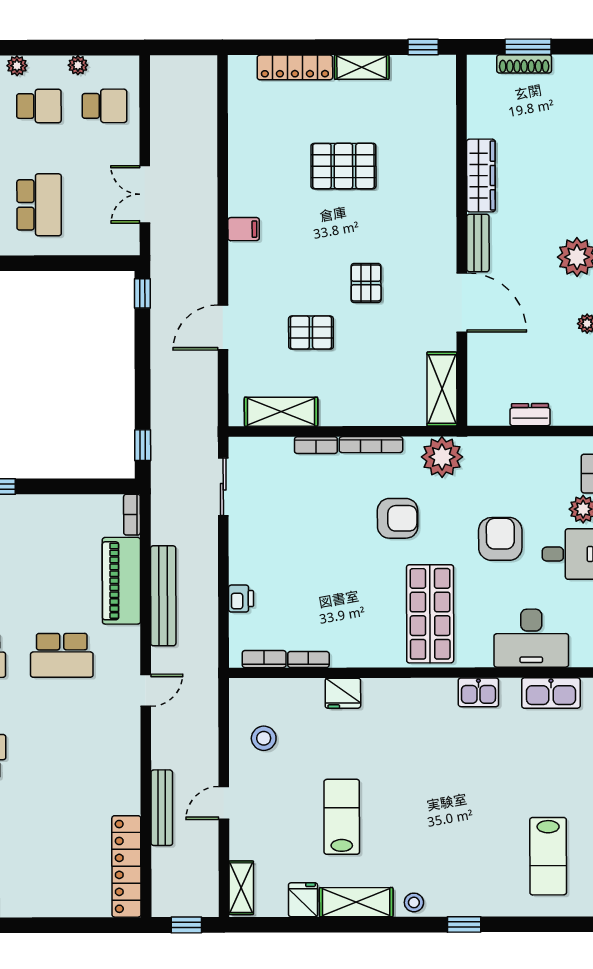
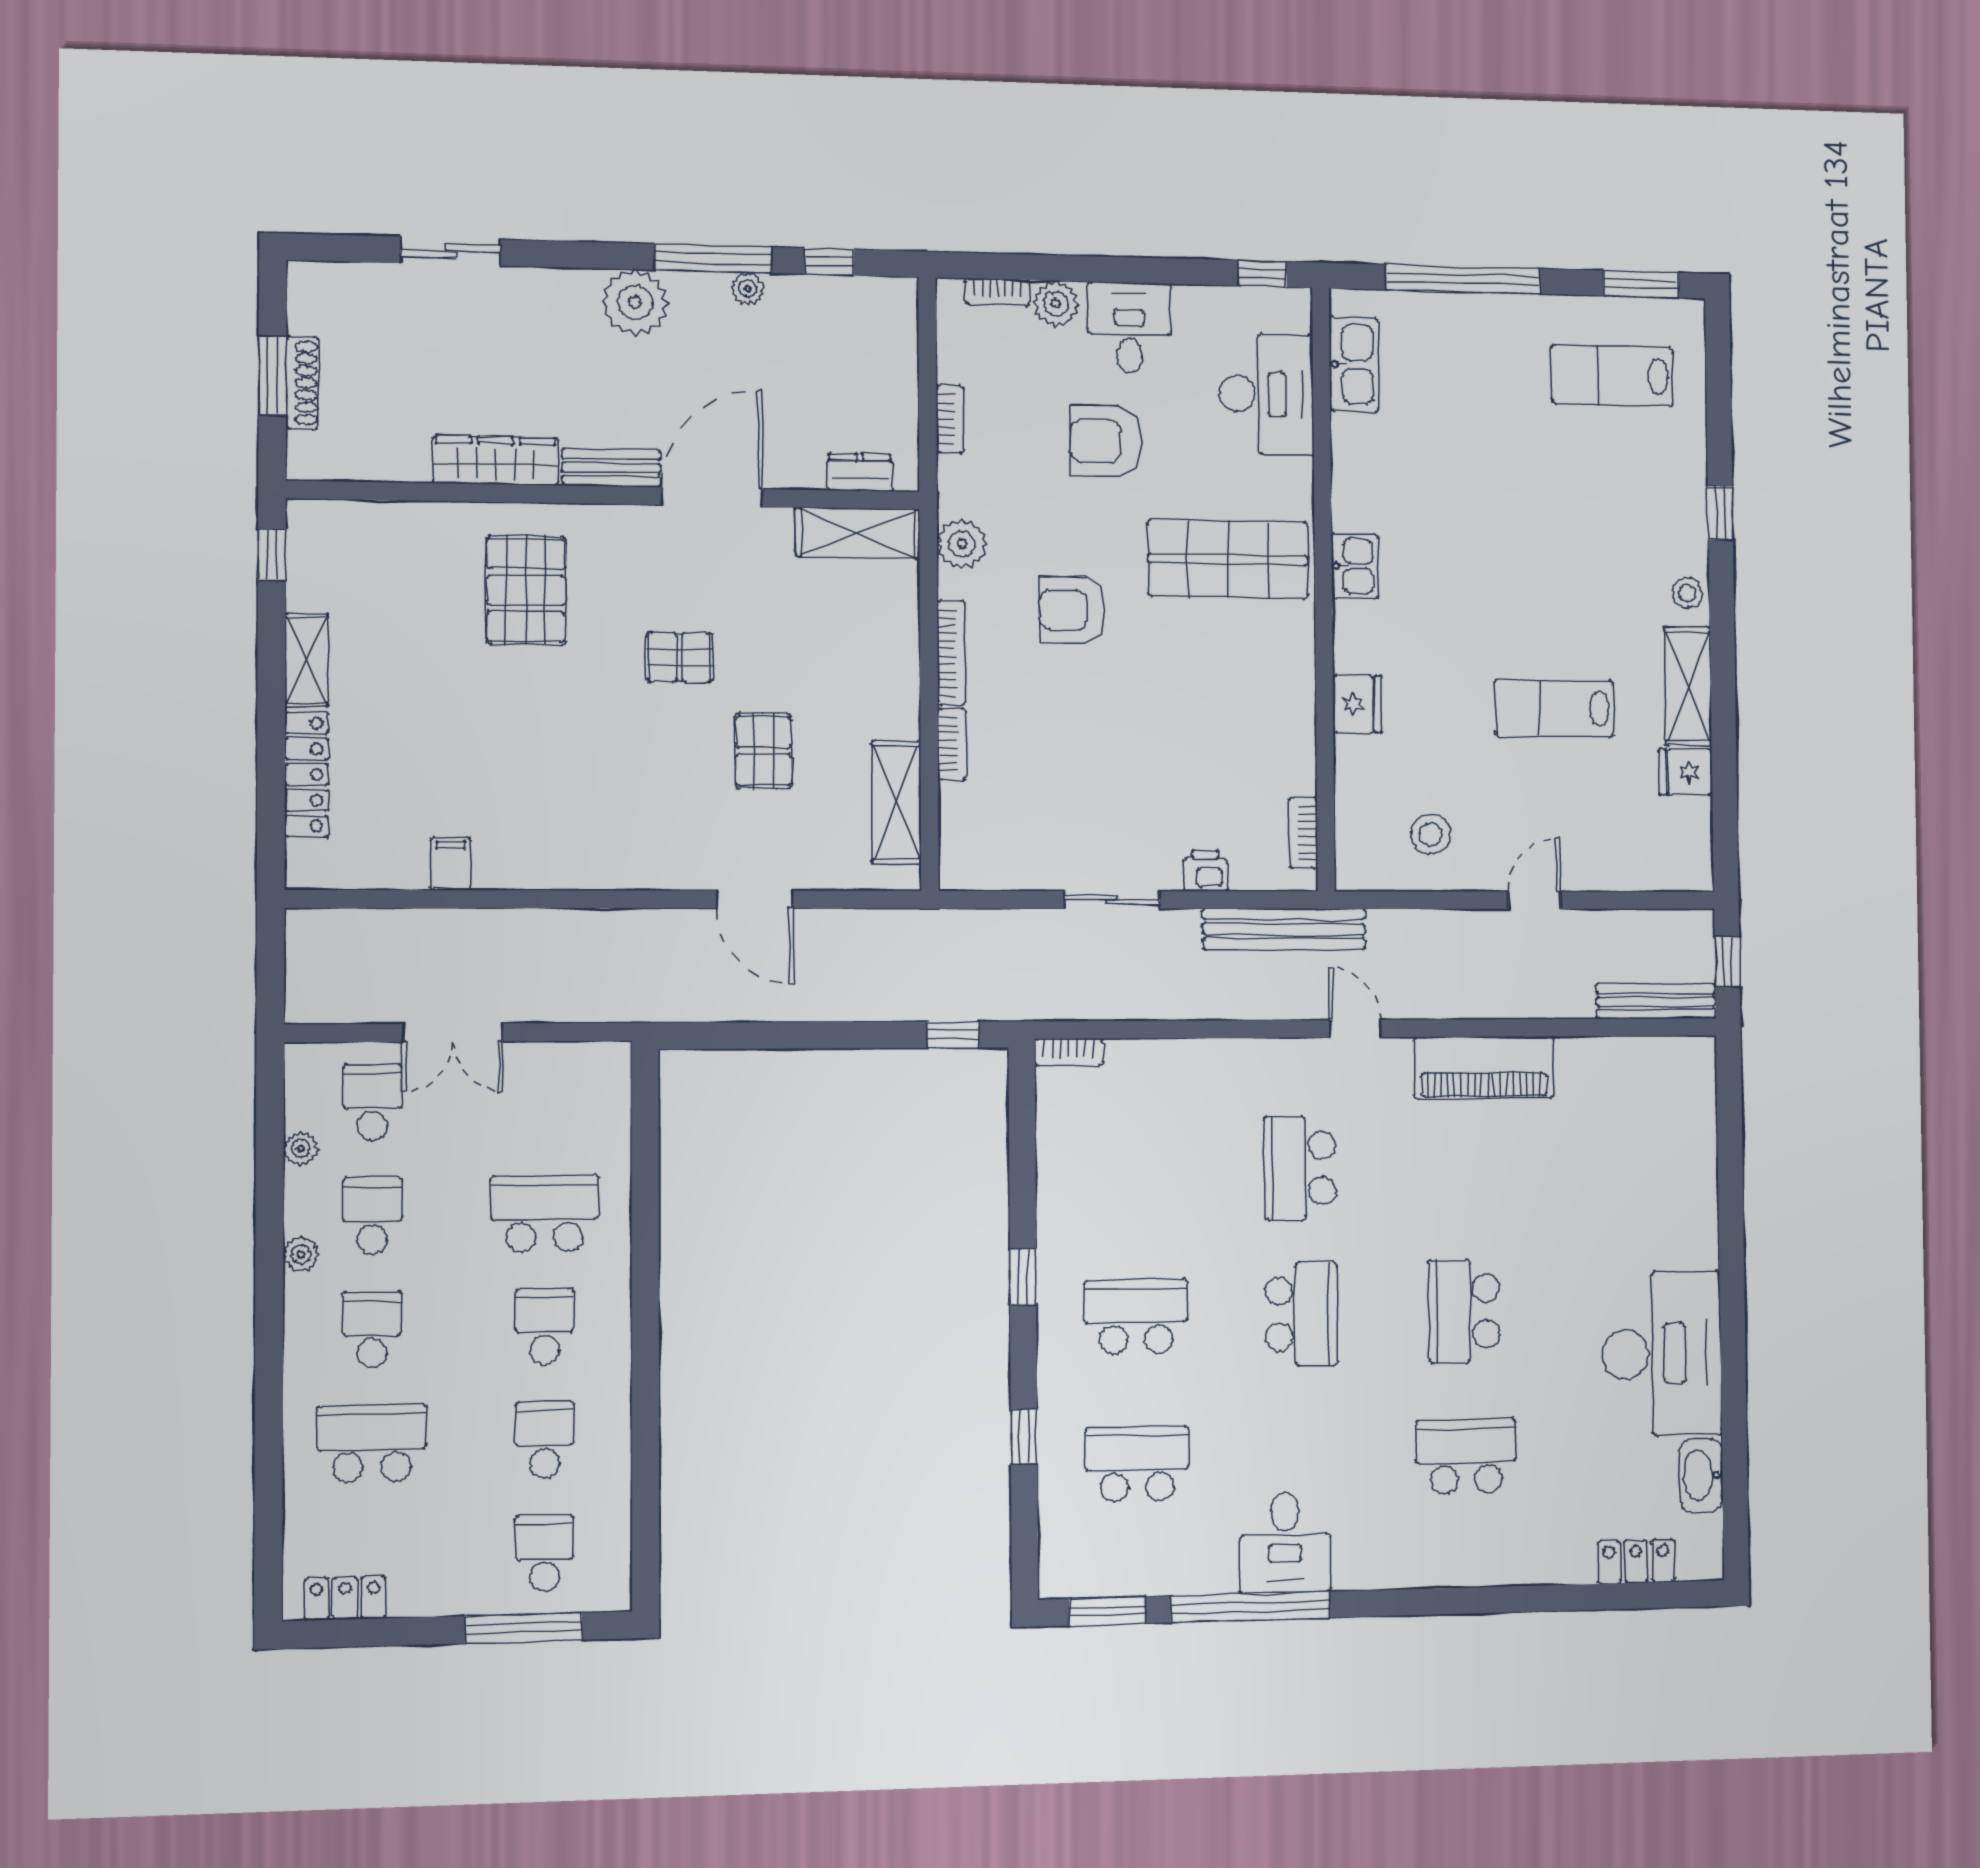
pallet: (343, 166) -> (526, 590), moved
double door: (145, 194) -> (453, 1033), moved
filing cabinet: (244, 229) -> (450, 864), moved
window: (142, 293) -> (697, 1036), removed
dresser: (530, 415) -> (860, 472), moved, turned 90
plant: (442, 457) -> (962, 544), width x0.73, depth x0.73
sliding door: (223, 487) -> (1112, 900), moved
armchair: (398, 518) -> (1073, 610), turned -90
piano: (121, 581) -> (1484, 1068), moved
bench: (163, 596) -> (1284, 929), moved
school desk: (62, 655) -> (1300, 1168), turned 180
bookcase: (308, 659) -> (950, 419), moved, turned 180
kitchen sink: (478, 692) -> (1355, 566), moved
door: (224, 803) -> (1535, 900), swing flipped
bench: (162, 808) -> (1656, 1001), moved
lab bench: (548, 856) -> (1612, 376), turned 180
locker: (126, 866) -> (1637, 1059), removed
shelving: (241, 888) -> (1668, 872), removed

